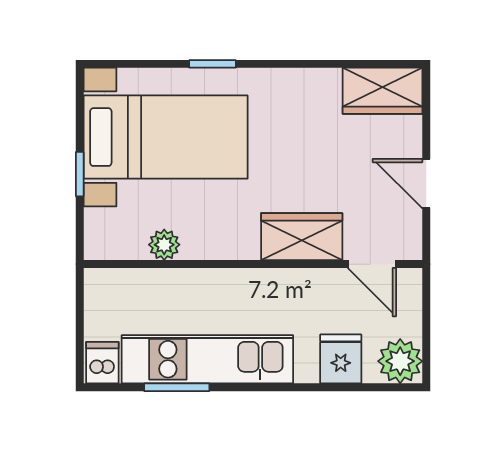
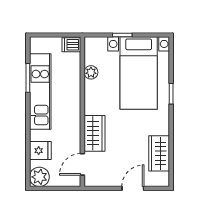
wardrobe: (383, 91) -> (159, 153), moved
door: (426, 184) -> (133, 188), moved
dishwasher: (102, 363) -> (71, 45), moved, turned 180

